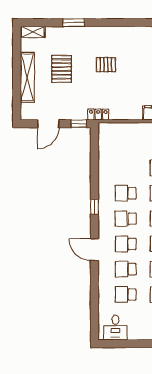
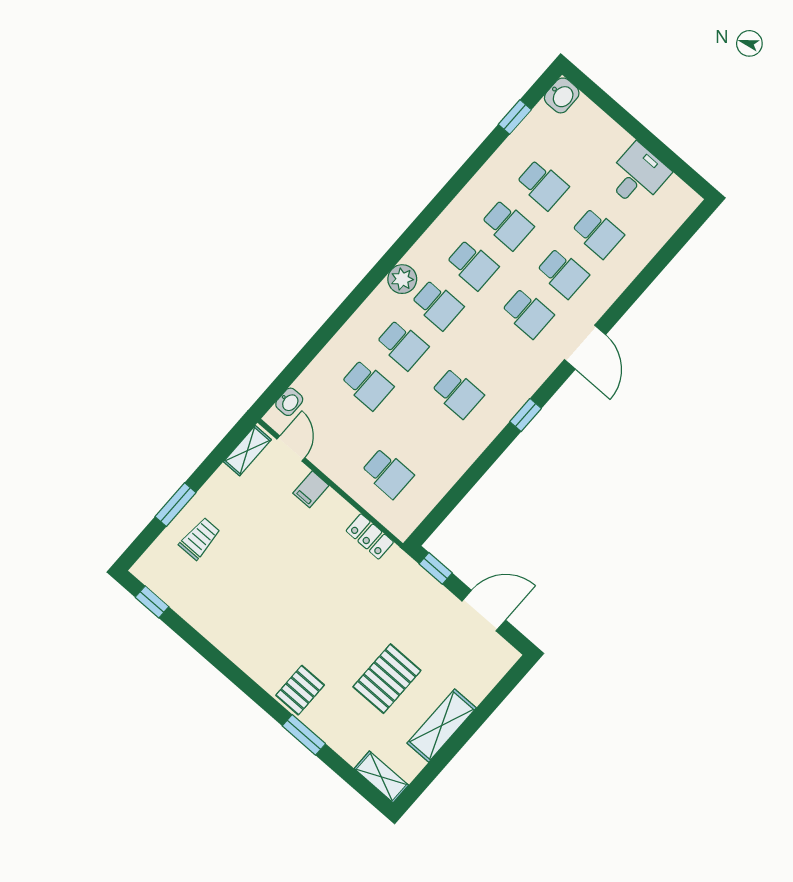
pallet: (106, 65) -> (300, 690), moved, turned 90
shelving: (27, 77) -> (442, 726), width x0.68
locker: (98, 114) -> (370, 536), moved
school desk: (126, 219) -> (388, 473), moved
desk: (115, 328) -> (637, 176), moved

